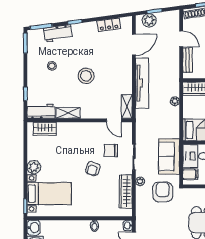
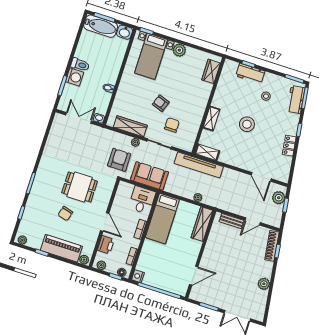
locker: (109, 25) -> (289, 146), moved
workbench: (58, 33) -> (296, 100), moved
tv unit: (142, 83) -> (199, 165), moved
workbench: (41, 111) -> (250, 73), moved, turned 90
shelving: (68, 113) -> (211, 119), moved
door: (114, 120) -> (198, 136), removed
filing cabinet: (190, 174) -> (127, 190), removed
armchair: (163, 192) -> (119, 160), turned -90

